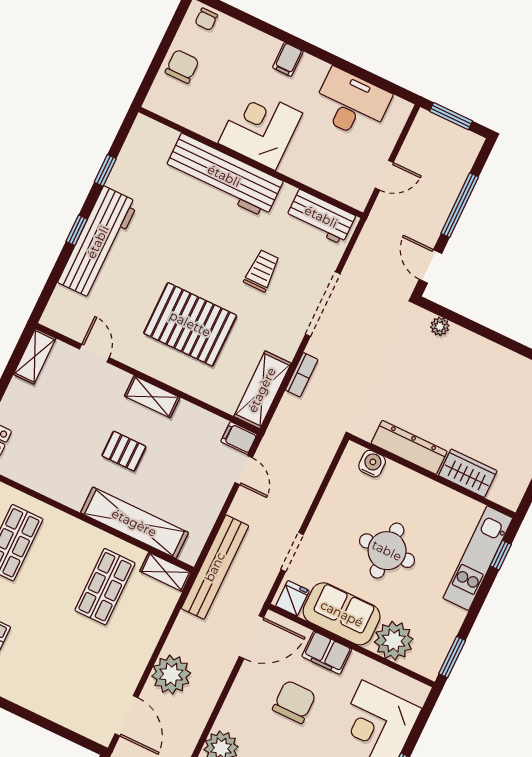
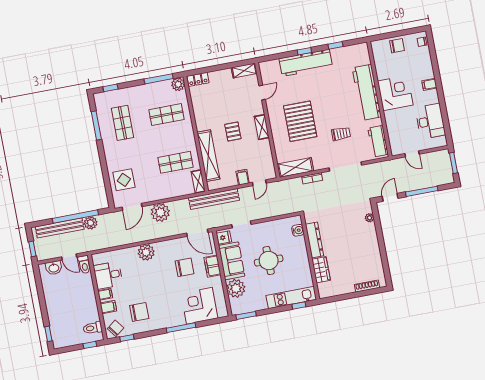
filing cabinet: (239, 438) -> (243, 177), moved
display table: (71, 696) -> (124, 180), added

